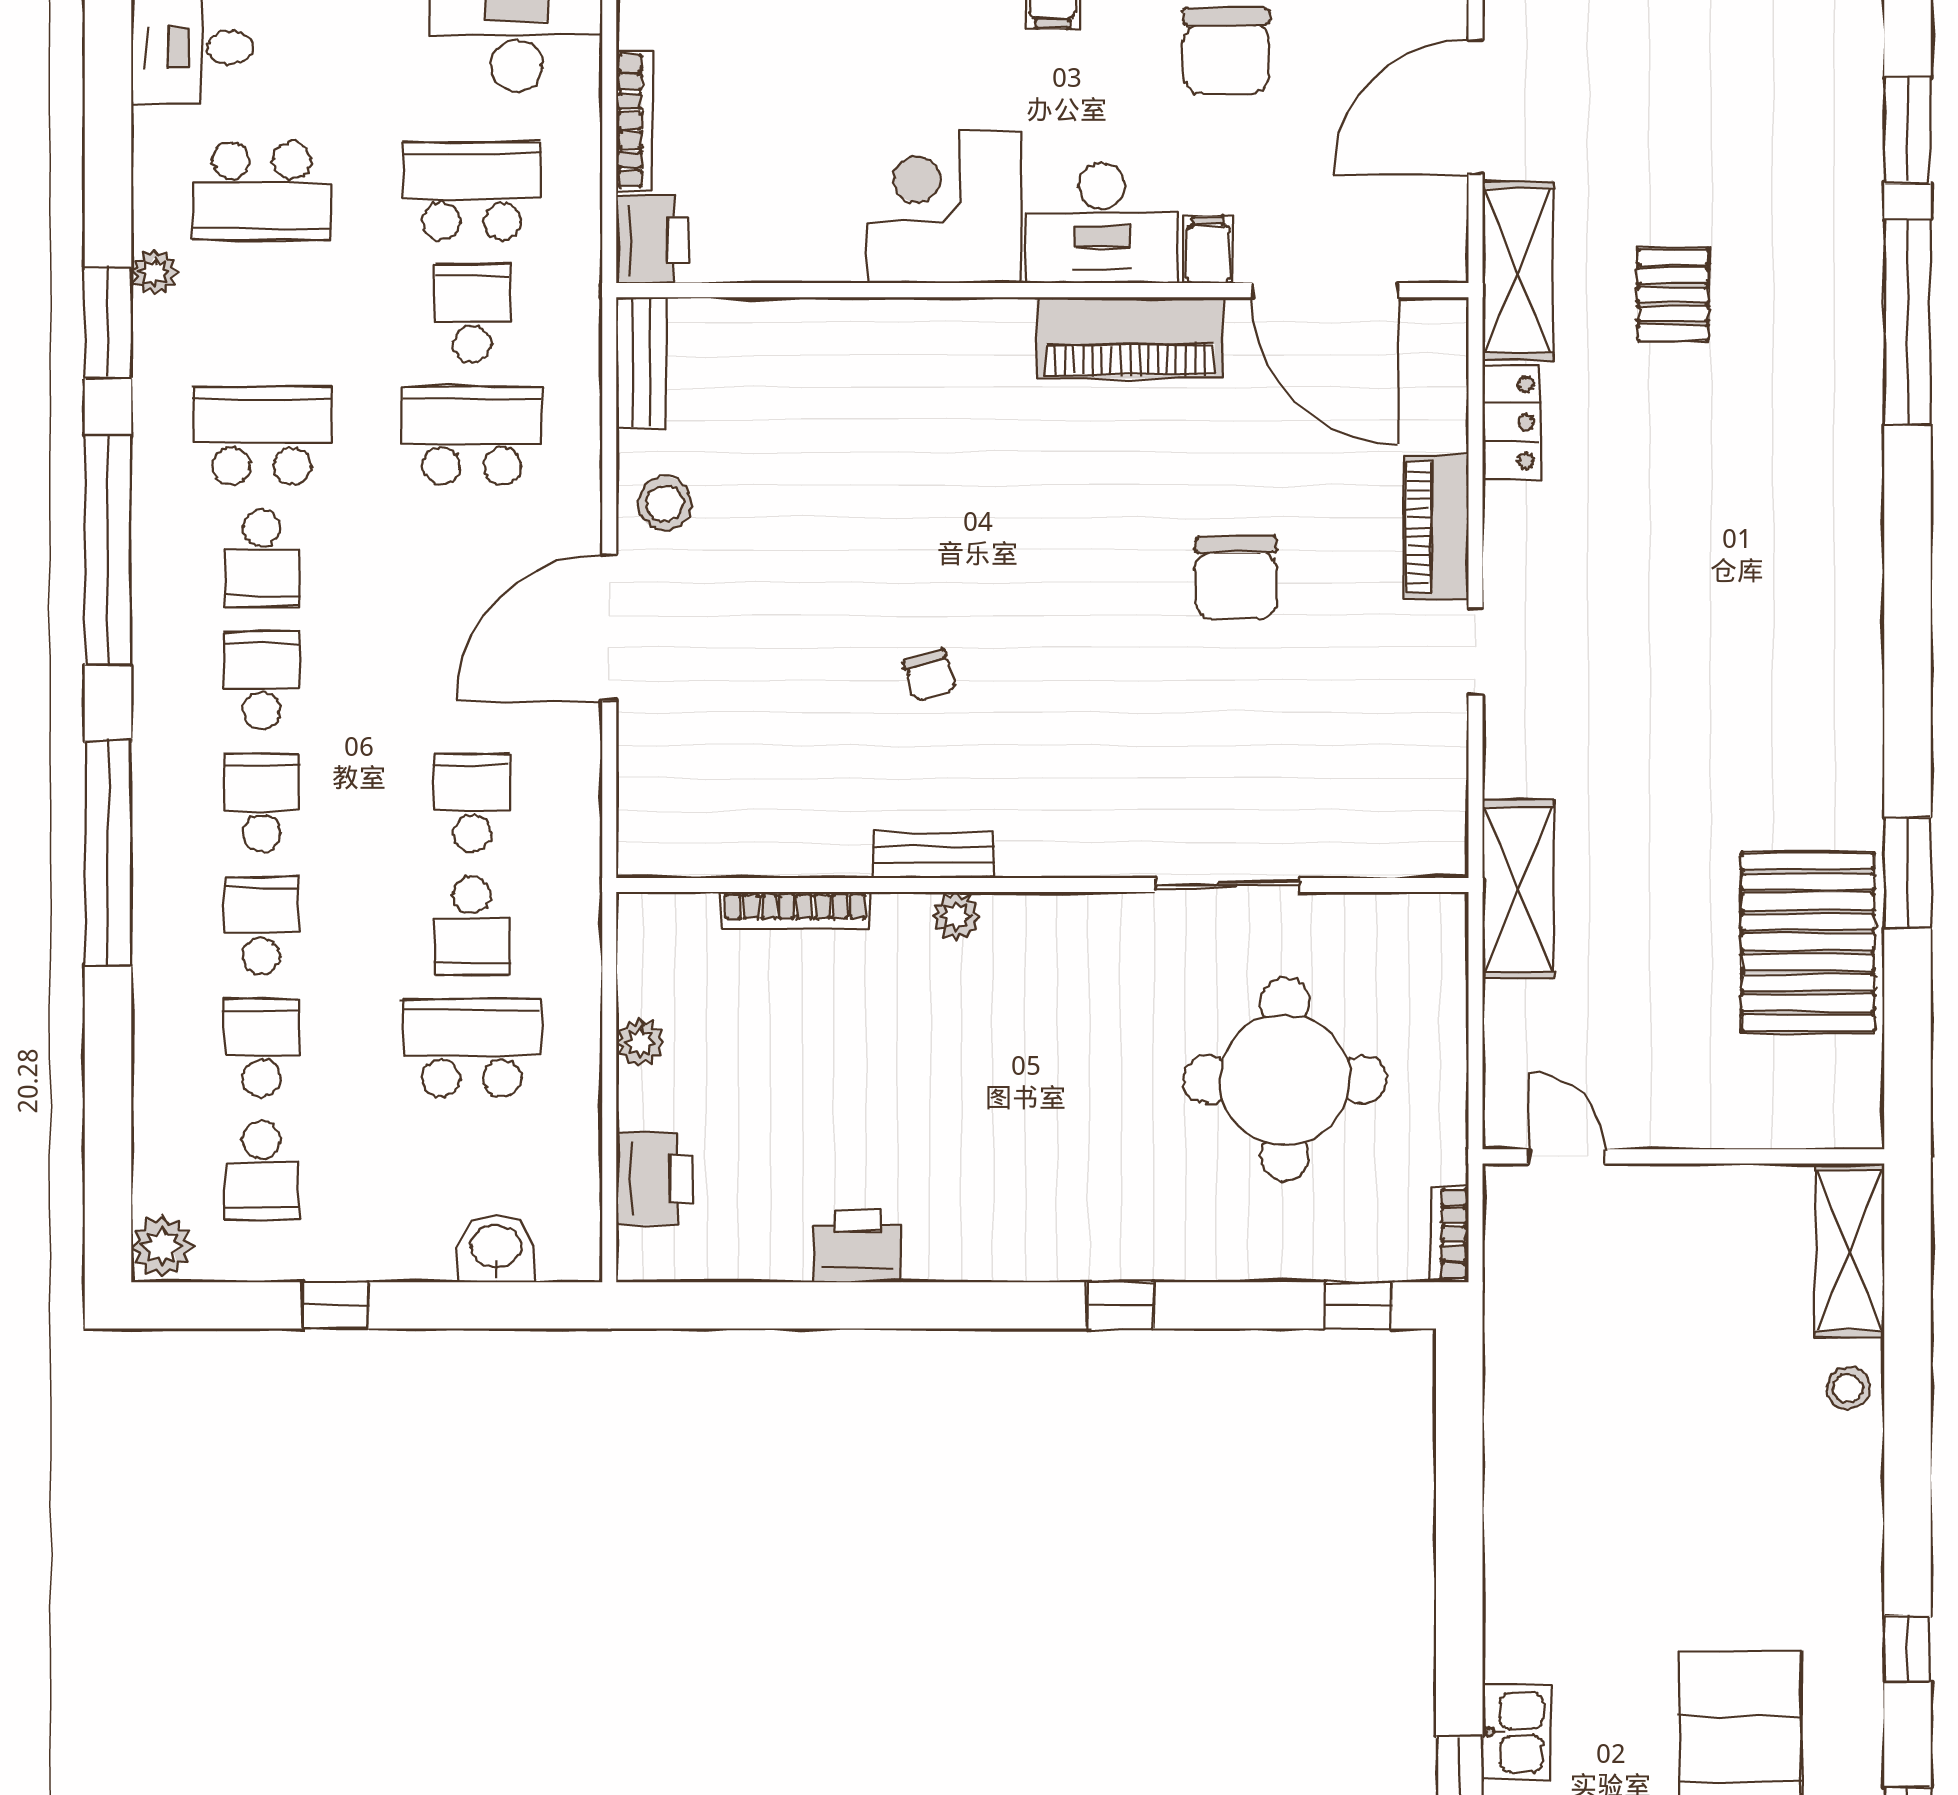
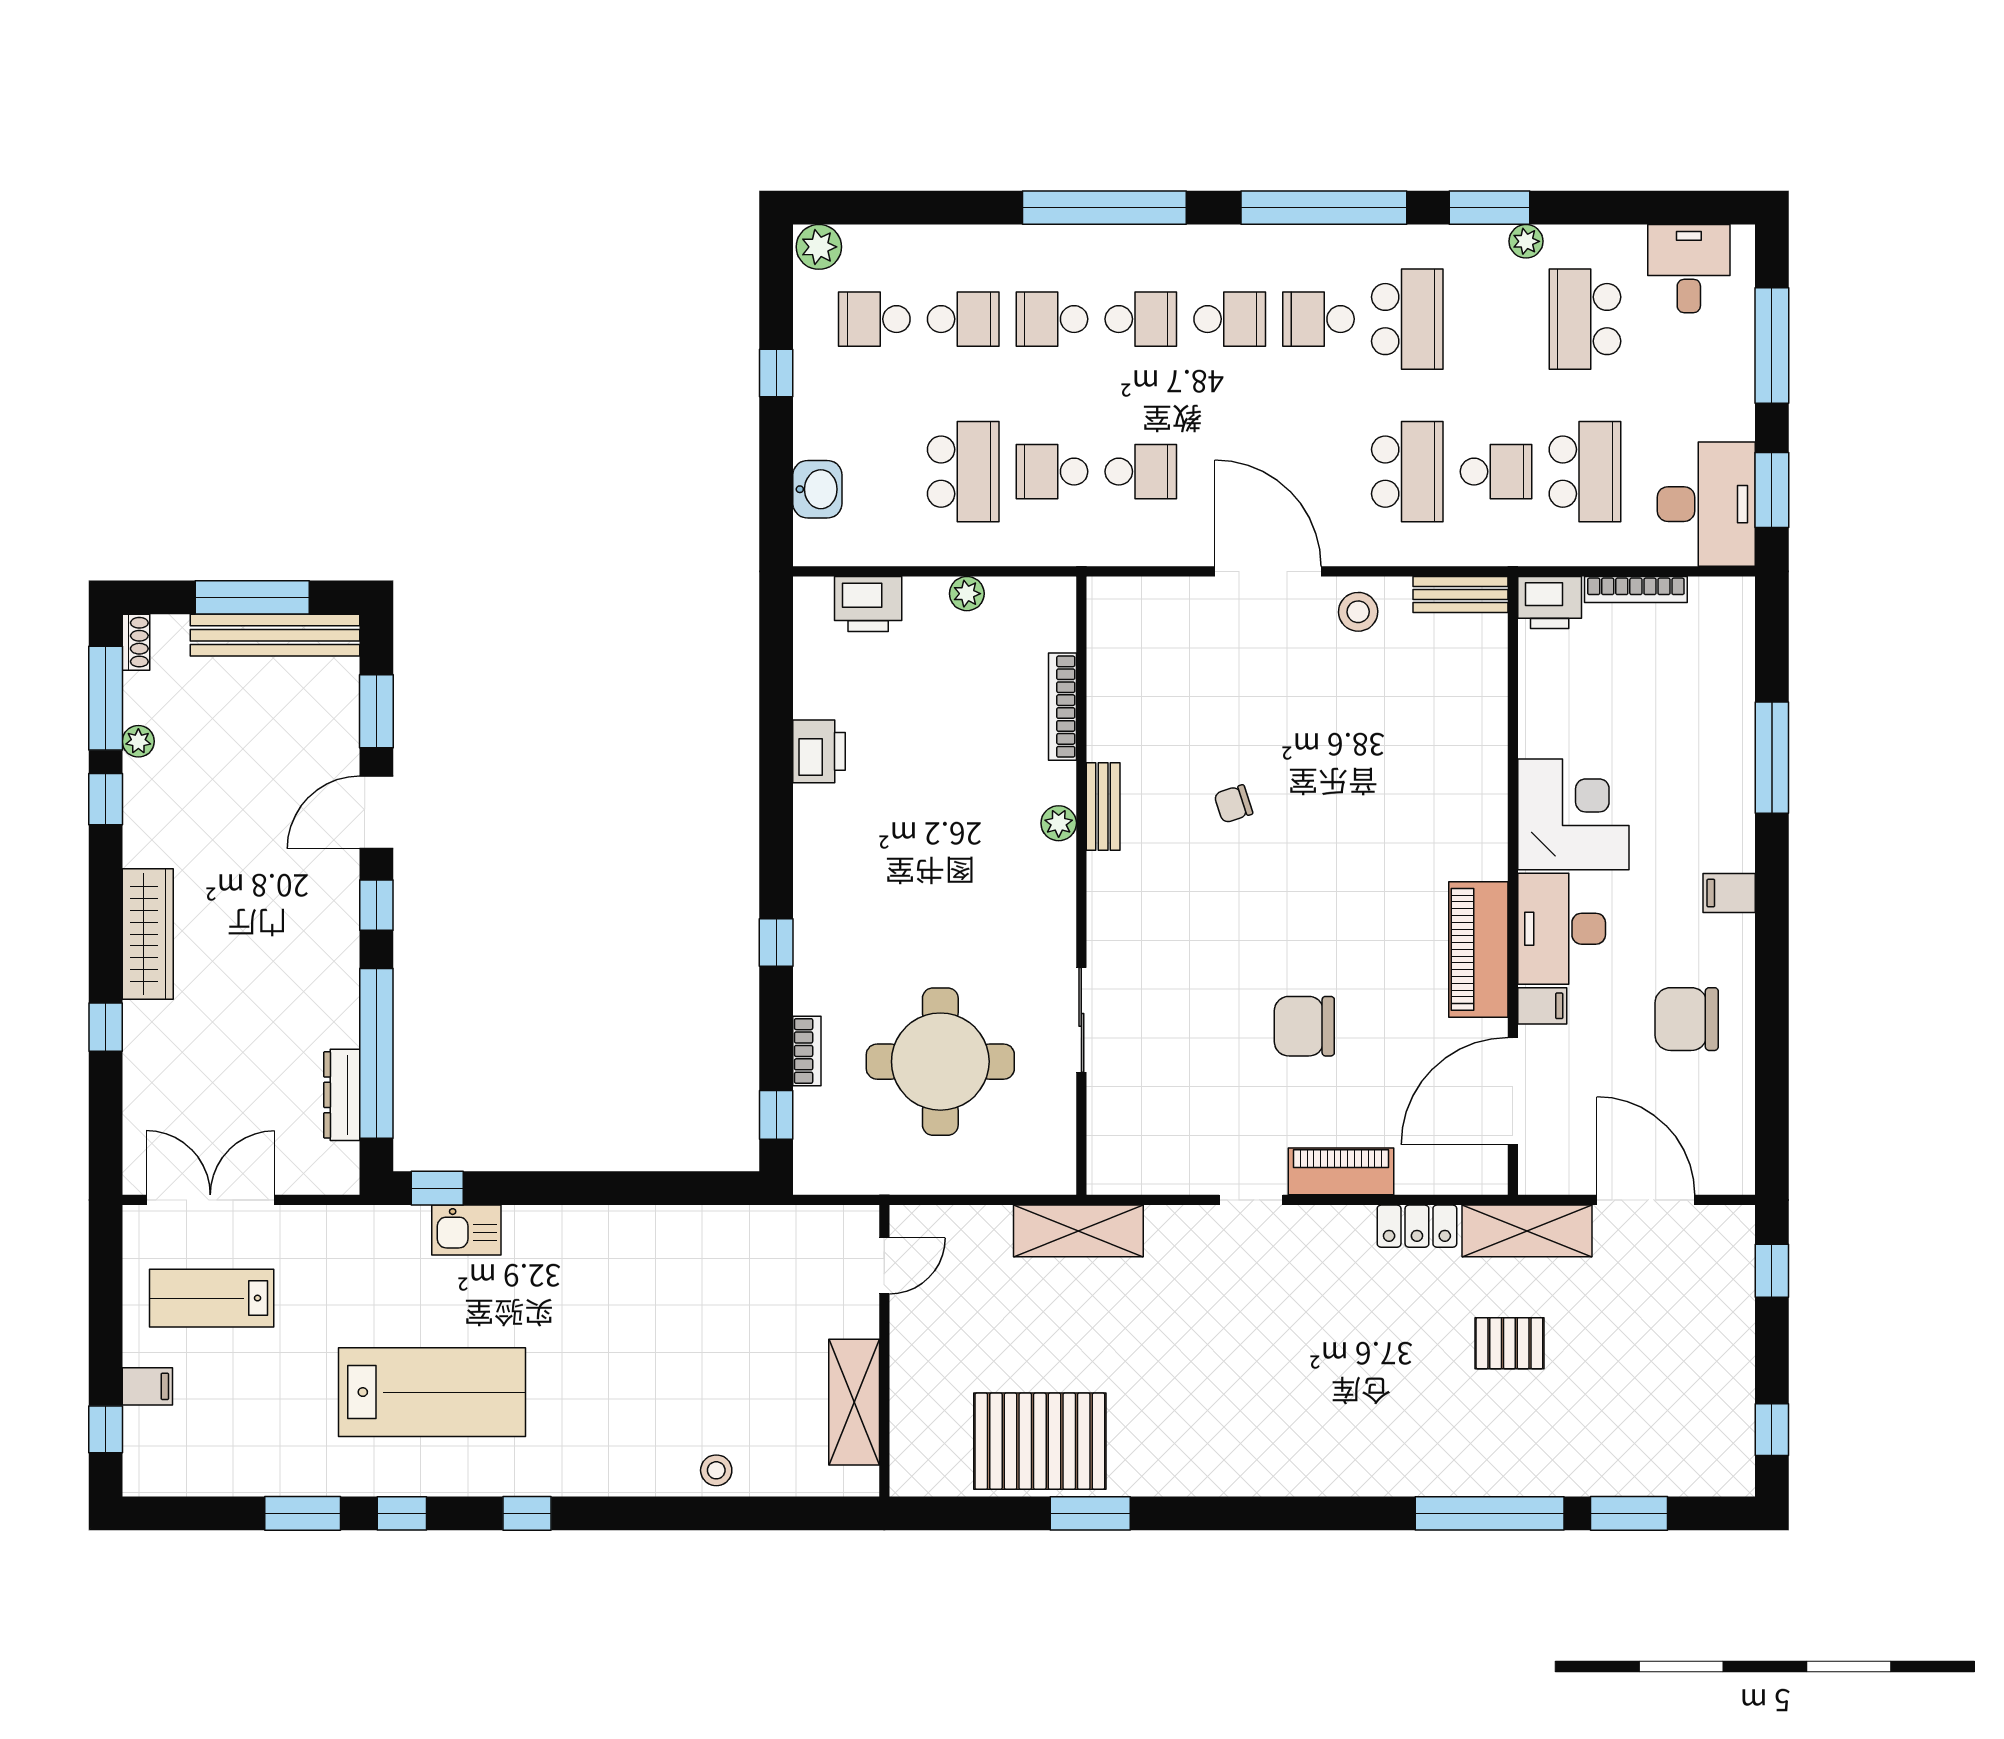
school desk: (262, 925) -> (1052, 319), turned 180
bookcase: (1449, 1234) -> (807, 1051), moved, turned 90
shelving: (1850, 1250) -> (854, 1402), moved, turned 90

